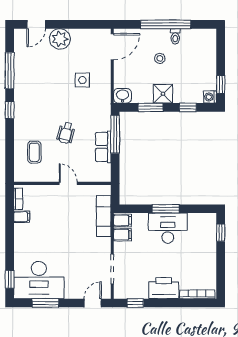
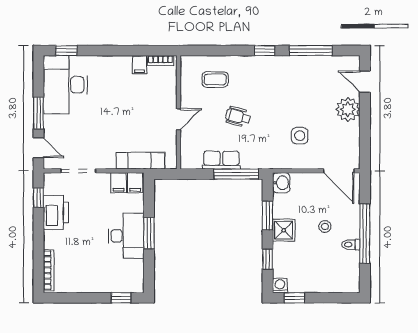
printer: (164, 288) -> (56, 212), moved
window: (45, 303) -> (38, 113), moved

